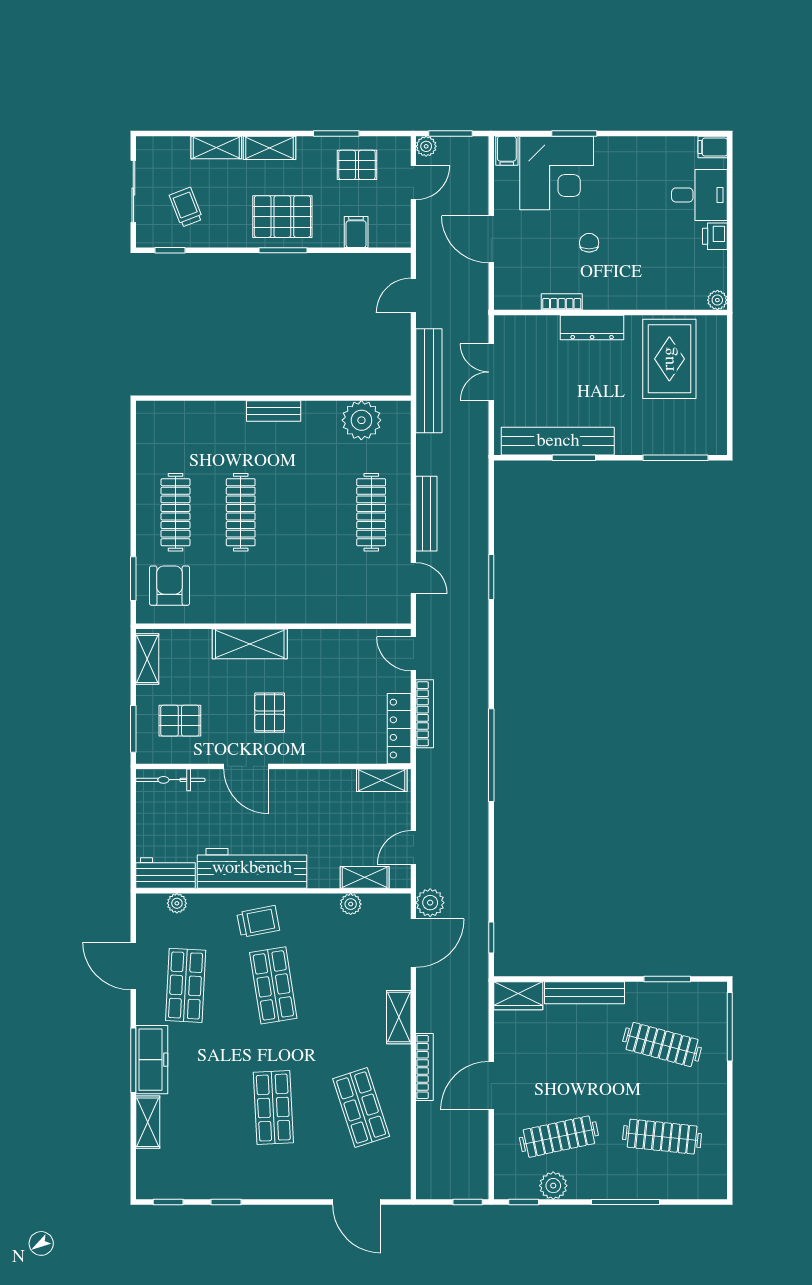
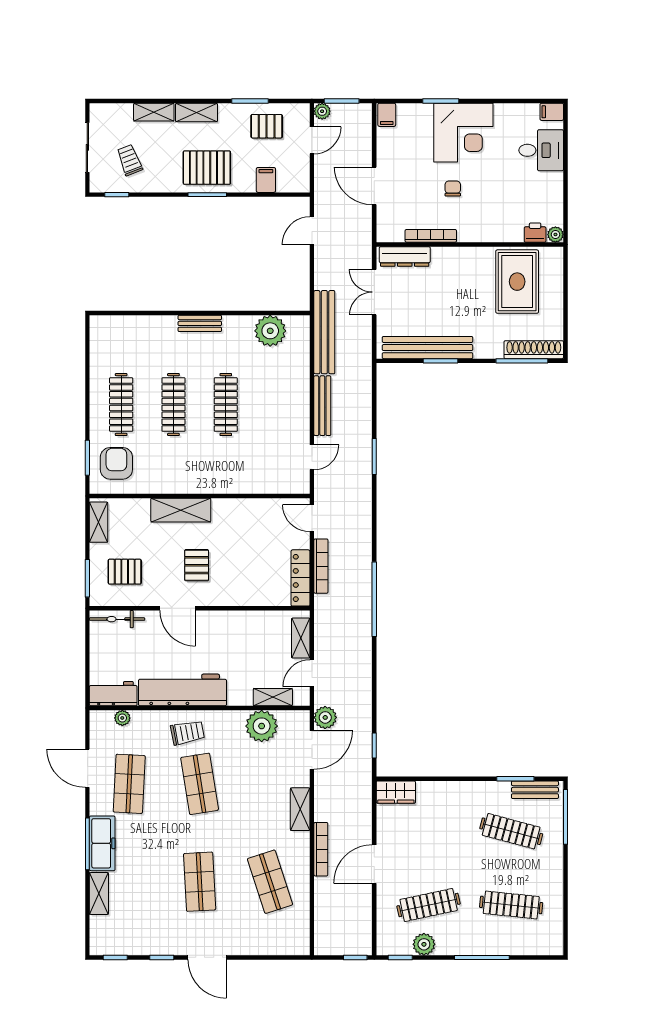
corner desk: (557, 173) -> (463, 133), moved
printer: (715, 236) -> (535, 233), moved, turned 90
bookcase: (562, 302) -> (431, 236), width x1.56
dresser: (592, 327) -> (405, 256), moved
bench: (429, 381) -> (324, 332), moved
shoe rack: (690, 444) -> (534, 350), added
clothes rail: (371, 512) -> (226, 405), moved
door: (413, 578) -> (312, 457), hinge flipped
shelving: (382, 780) -> (301, 638), moved, turned 90
plant: (351, 904) -> (262, 726), width x1.88, depth x1.88
bench: (584, 993) -> (535, 790), moved, width x0.73
door: (357, 1202) -> (207, 957), moved

